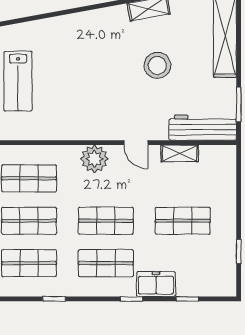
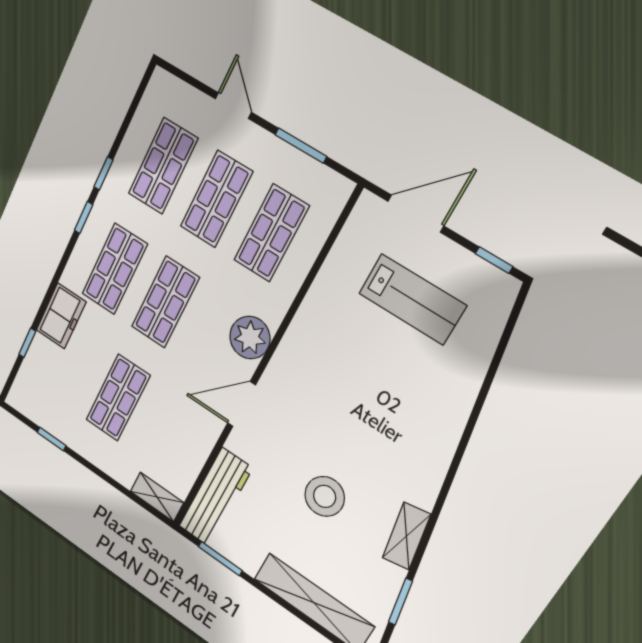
lab bench: (18, 81) -> (412, 299), turned 180
door: (136, 143) -> (241, 404), width x1.38
shelving: (180, 153) -> (157, 497), moved, turned 90
window: (132, 299) -> (84, 218), moved

